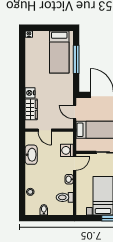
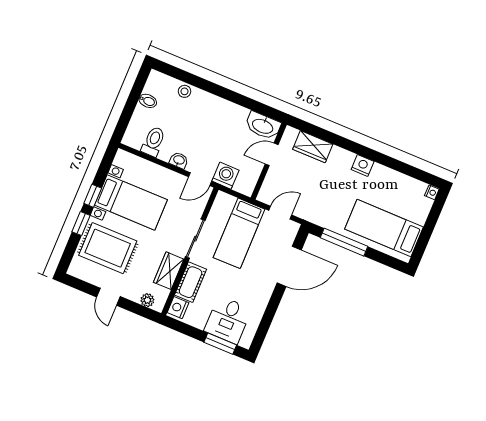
window: (76, 59) -> (344, 242), moved
nightstand: (30, 93) -> (363, 165), moved
washbasin: (31, 155) -> (263, 126), moved
door: (75, 163) -> (200, 179), hinge flipped

